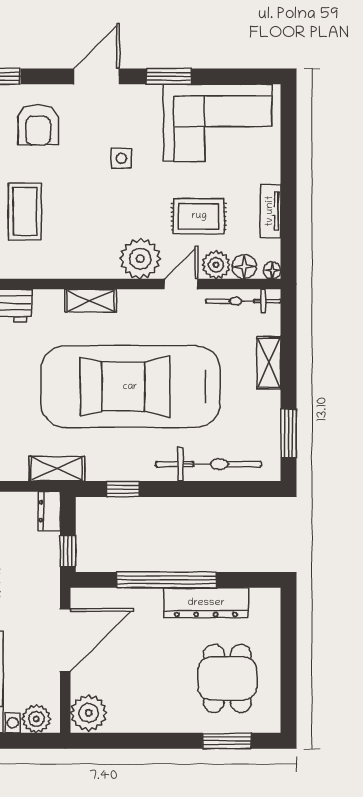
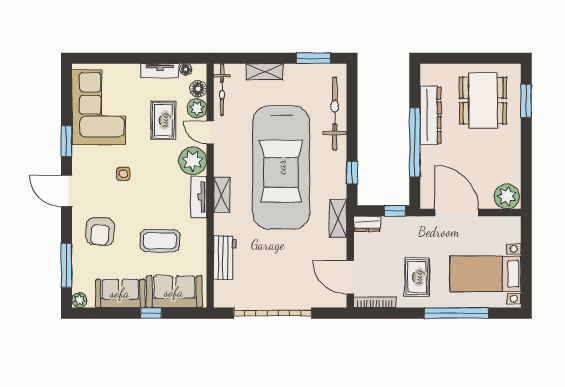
armchair: (38, 125) -> (100, 231), turned 92
tv unit: (88, 267) -> (199, 197), added
floor lamp: (272, 270) -> (186, 69), moved
dining table: (227, 678) -> (483, 101), width x1.38
plant: (36, 719) -> (511, 233), removed

